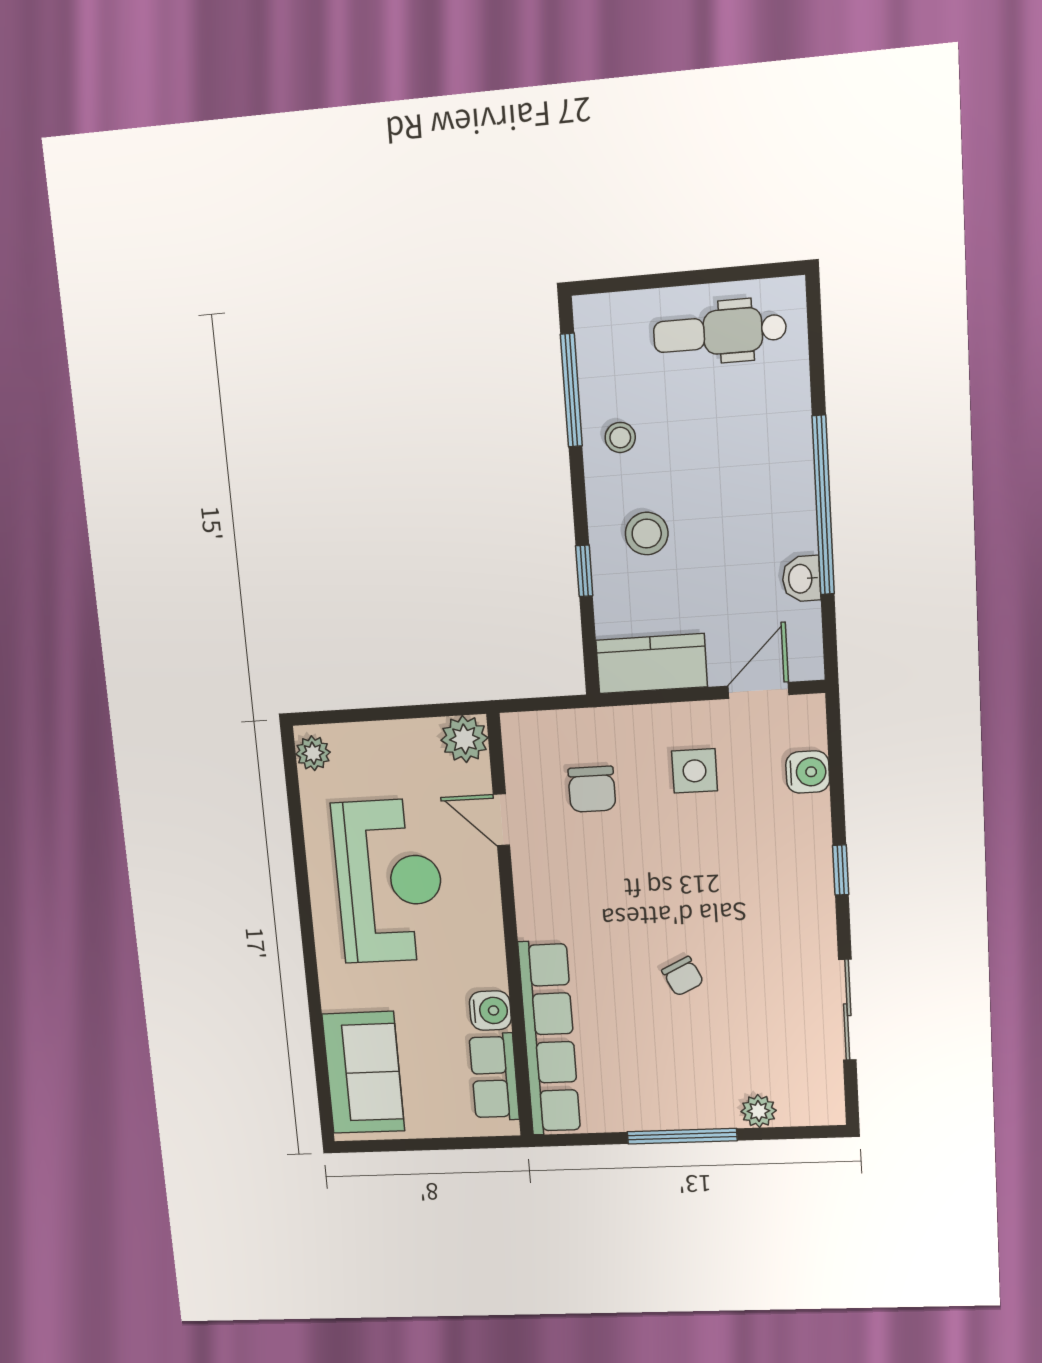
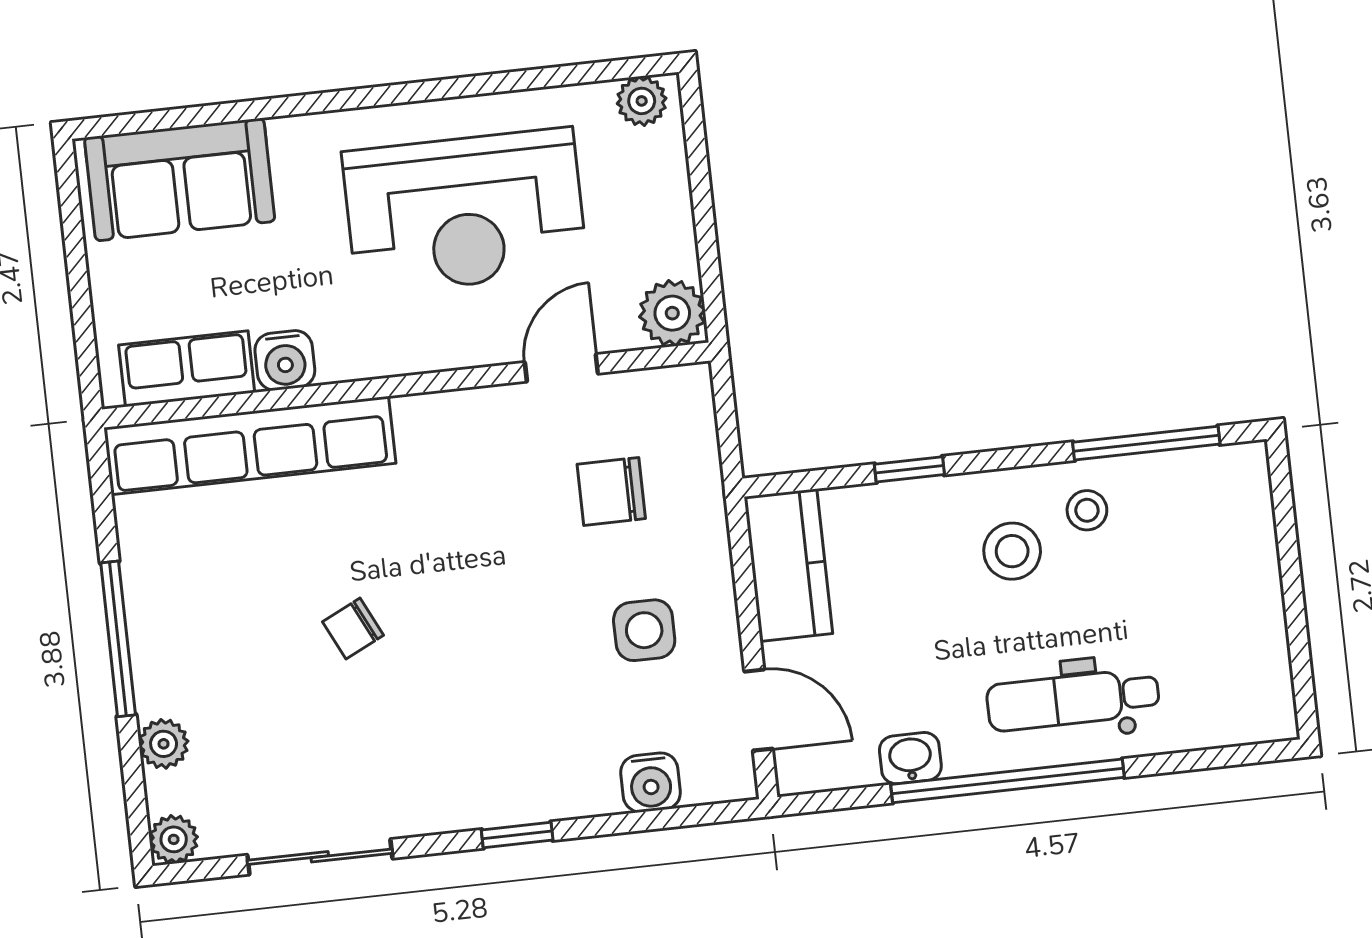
dental chair: (720, 332) -> (1073, 700), moved, turned -90
stool: (647, 534) -> (1012, 551), moved
plant: (828, 1109) -> (174, 839), added

